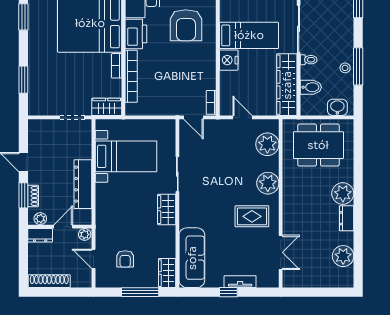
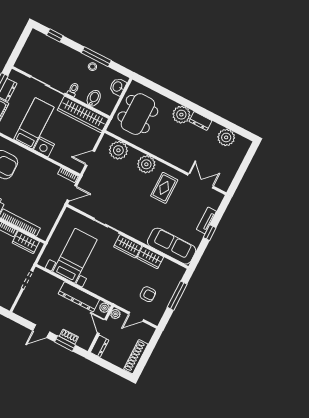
wardrobe: (107, 107) -> (26, 242), moved, turned -90
plant: (40, 219) -> (104, 308), moved
wardrobe: (167, 273) -> (150, 258), moved

